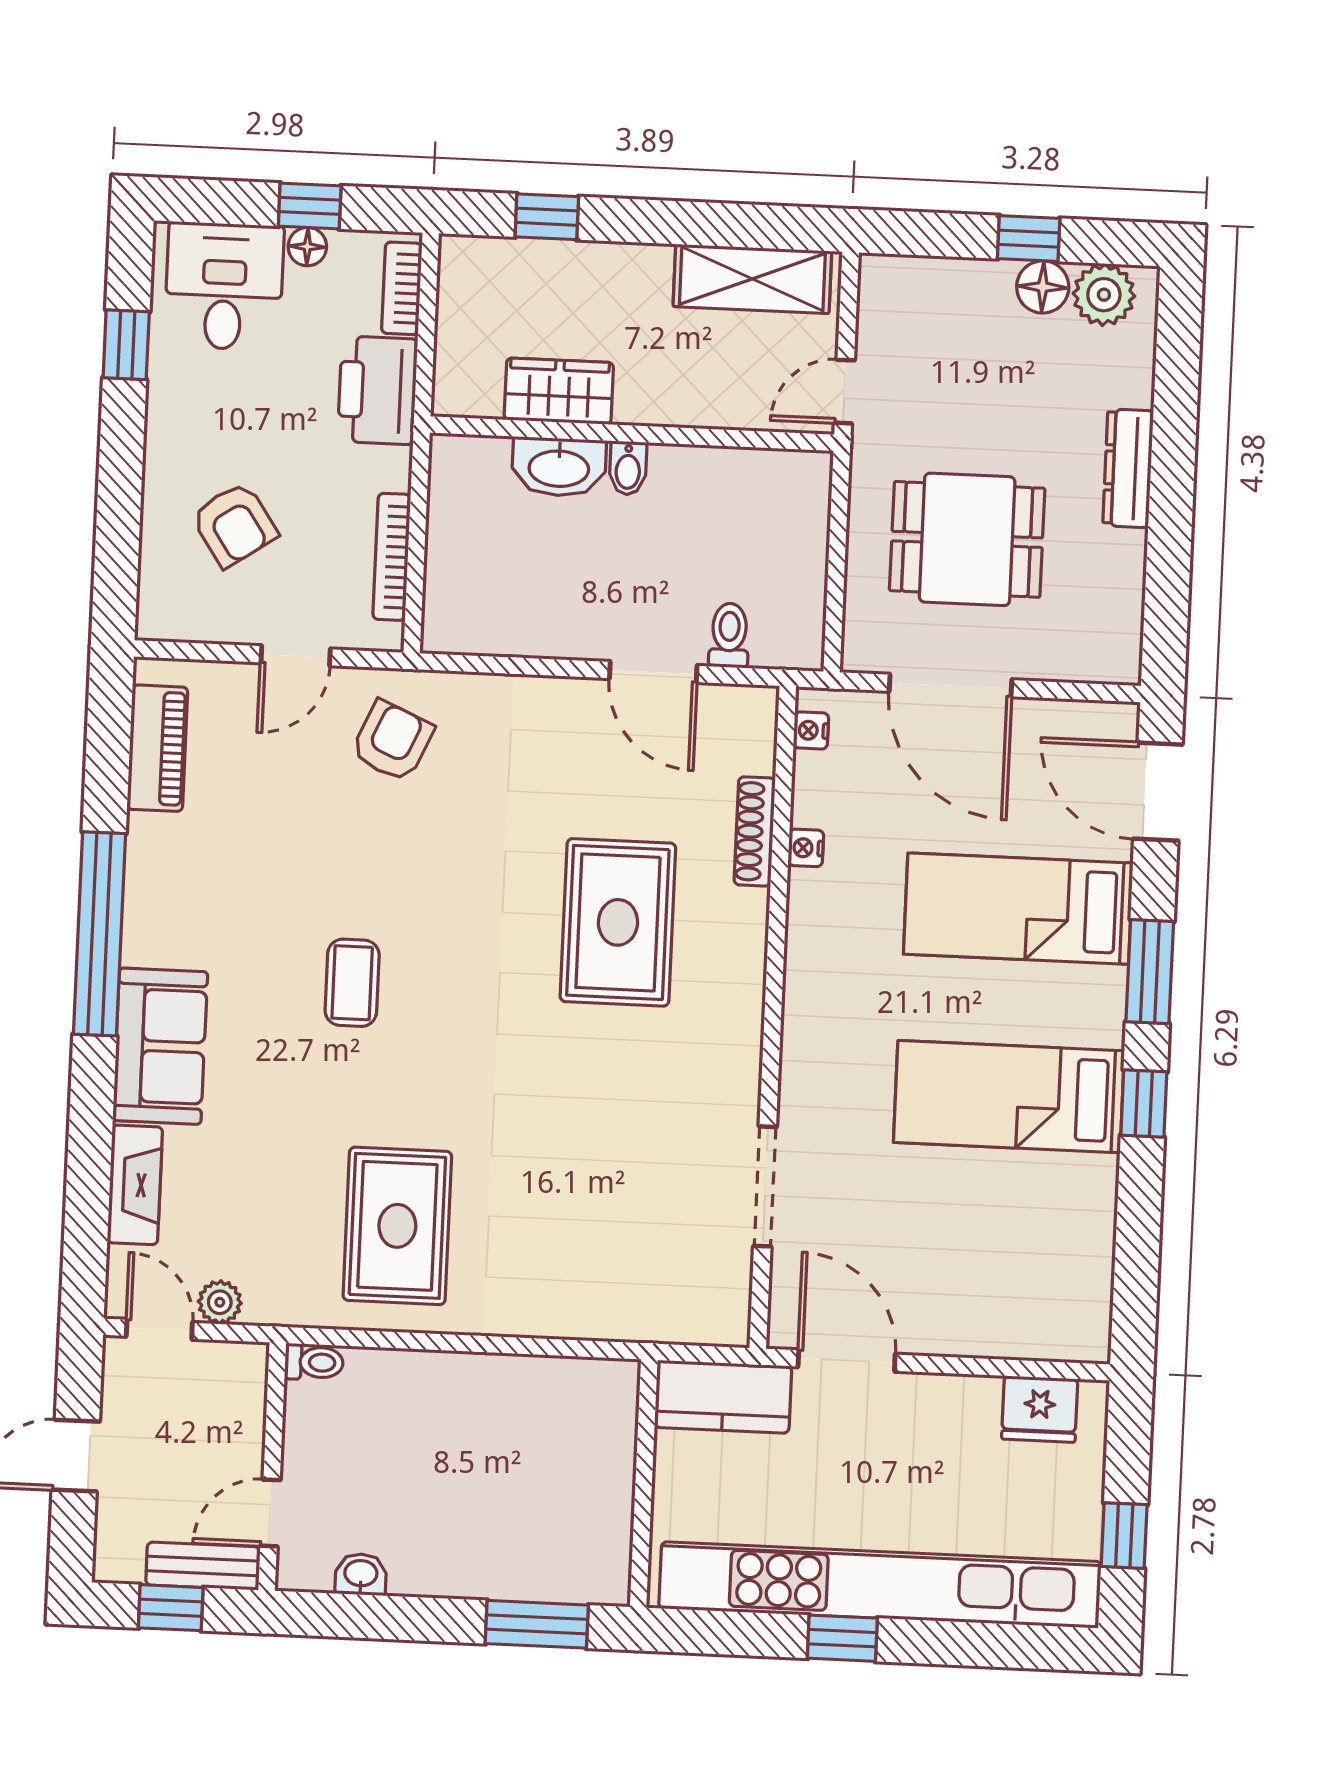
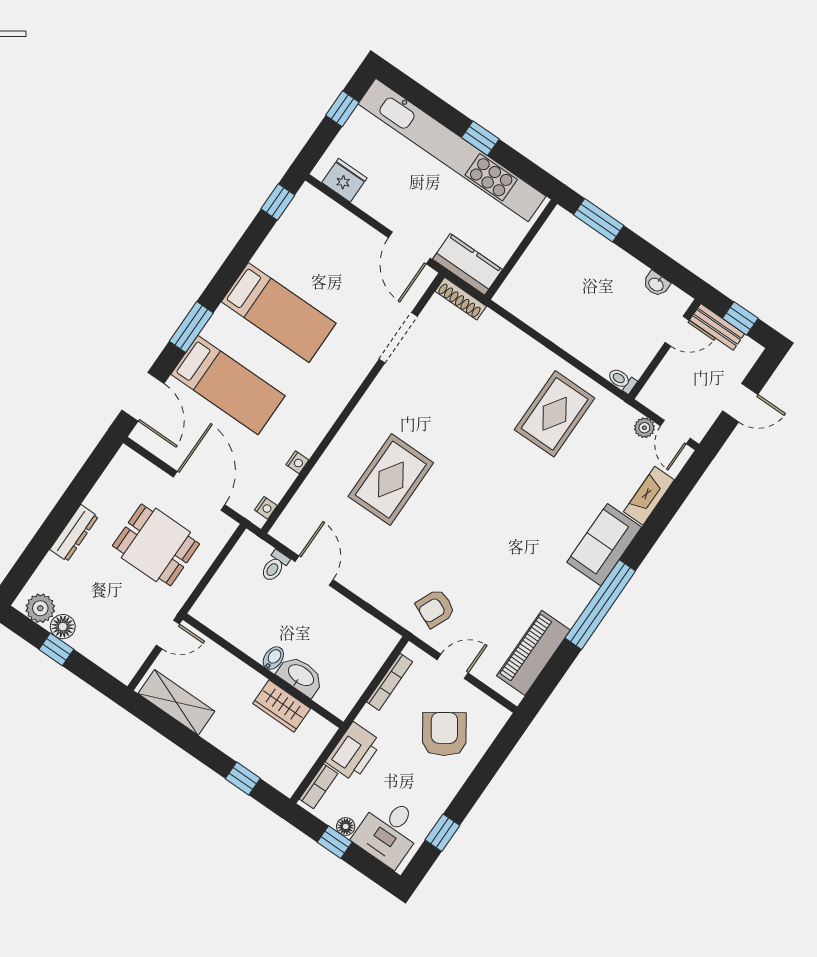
armchair: (234, 525) -> (444, 734), width x1.38, depth x1.38
piano: (157, 748) -> (533, 653), width x1.37, depth x1.33
shoe rack: (755, 831) -> (461, 299), moved, turned 90
coffee table: (352, 983) -> (512, 522), removed
window: (1144, 1104) -> (278, 202), moved

